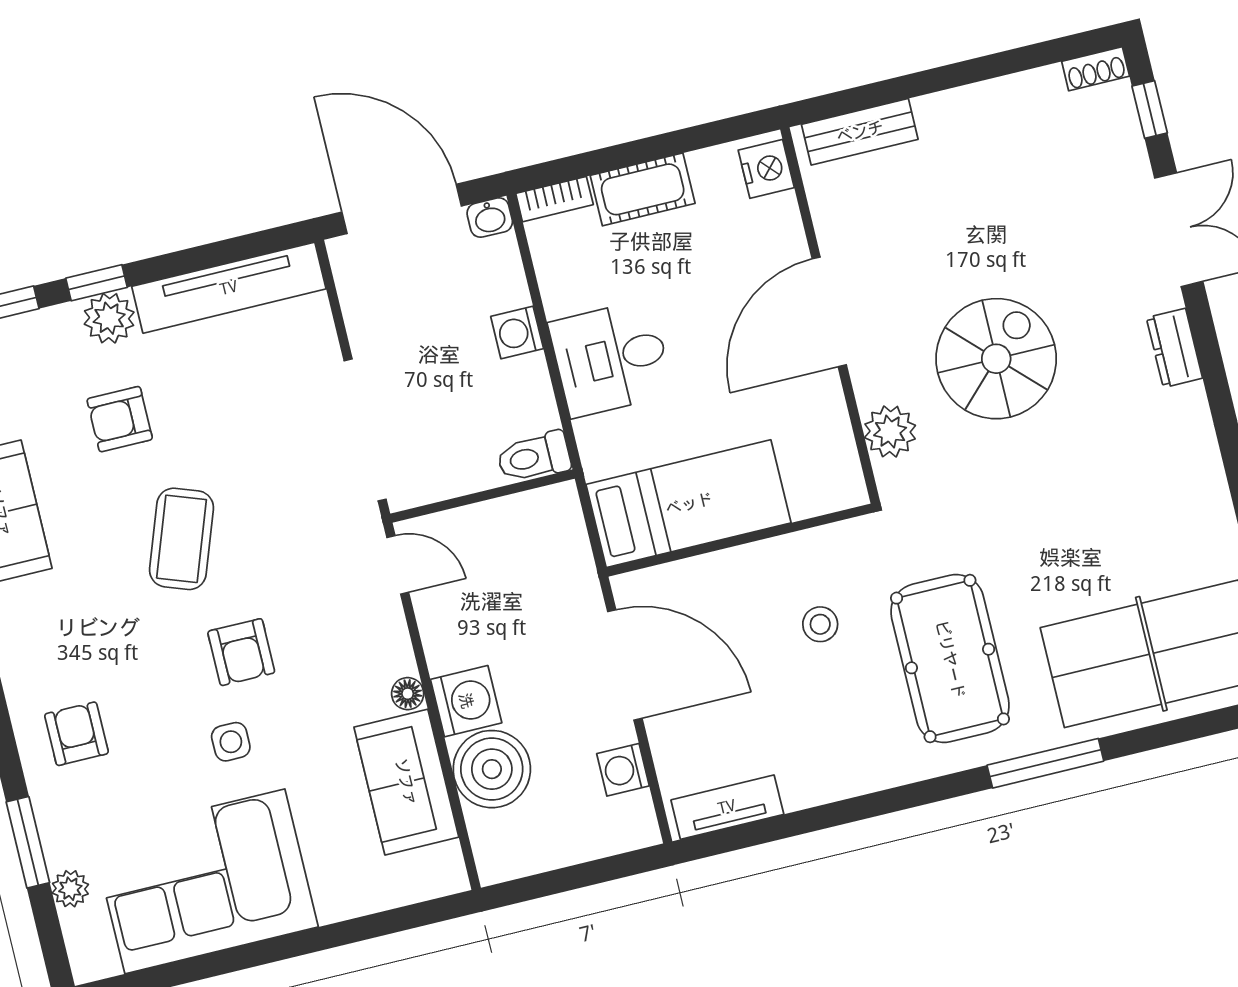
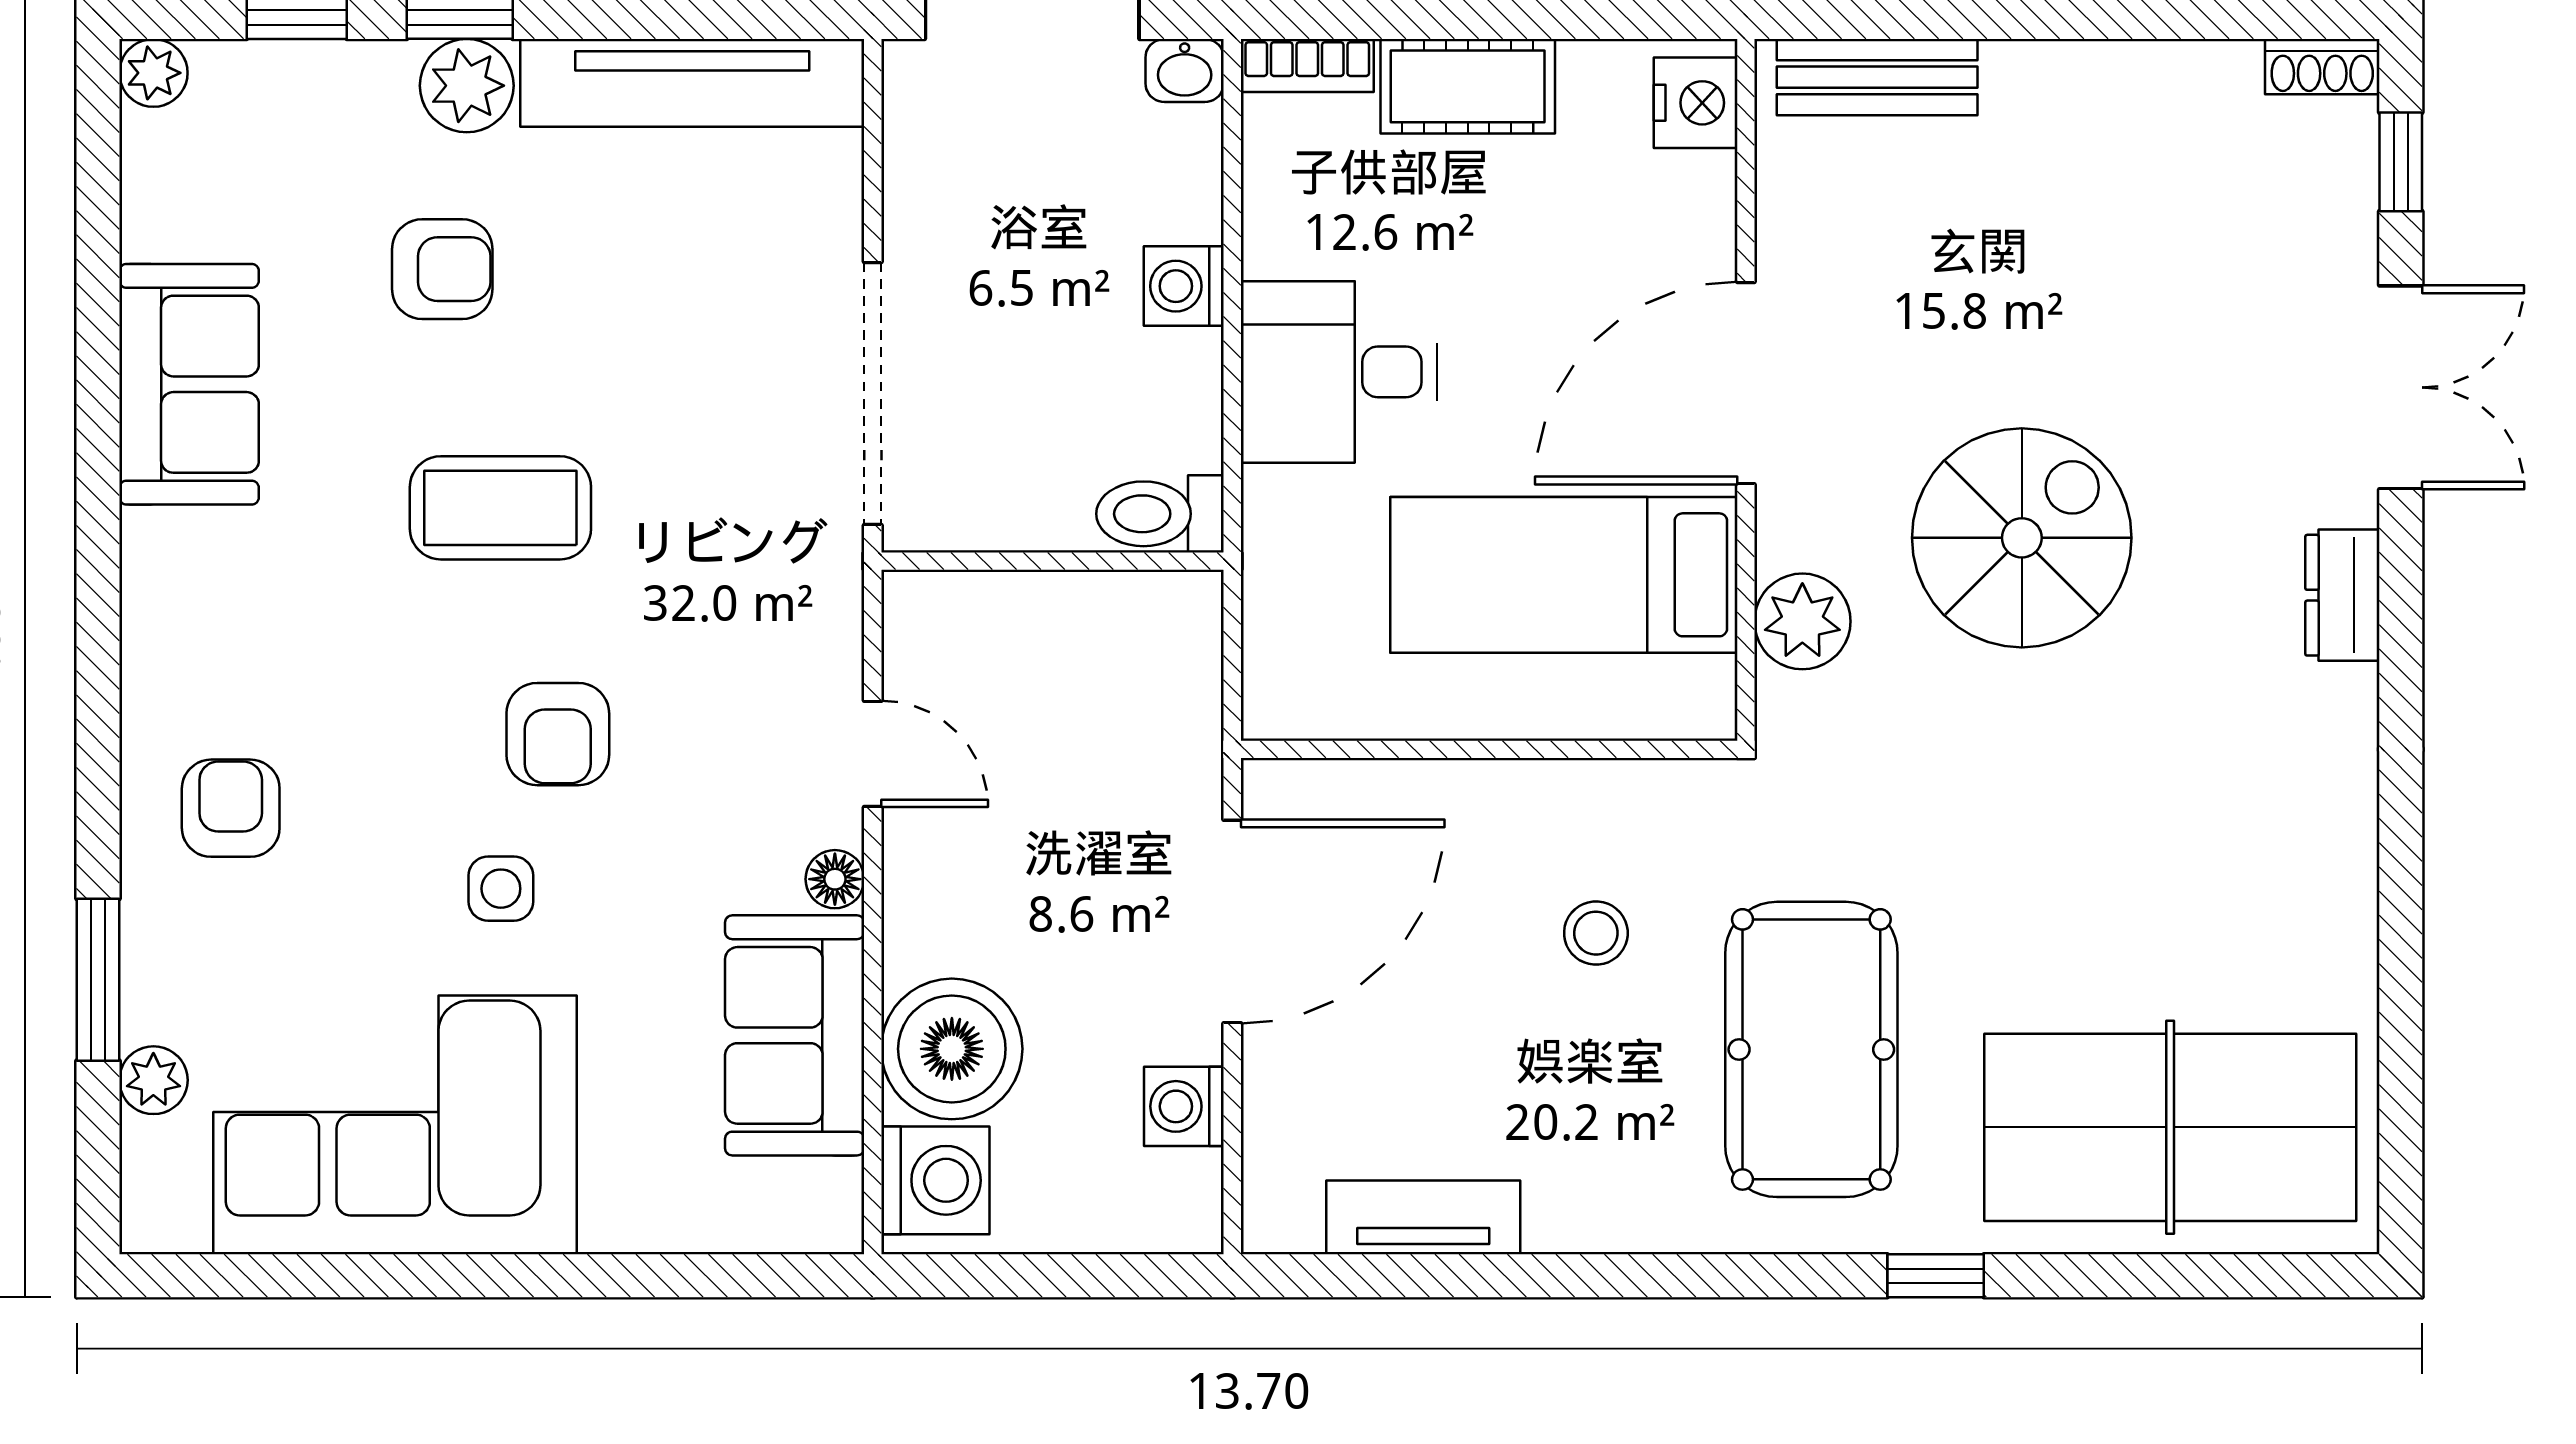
armchair: (120, 419) -> (442, 269), turned 180
bed: (689, 504) -> (1564, 575), moved, turned 180
coffee table: (181, 539) -> (500, 508), turned 70
door: (398, 565) -> (873, 754), moved
door: (625, 665) -> (1232, 921), hinge flipped
washing machine: (466, 701) -> (935, 1180), moved
window: (1045, 763) -> (1936, 1276), width x0.46
tv unit: (727, 807) -> (1423, 1217), moved

